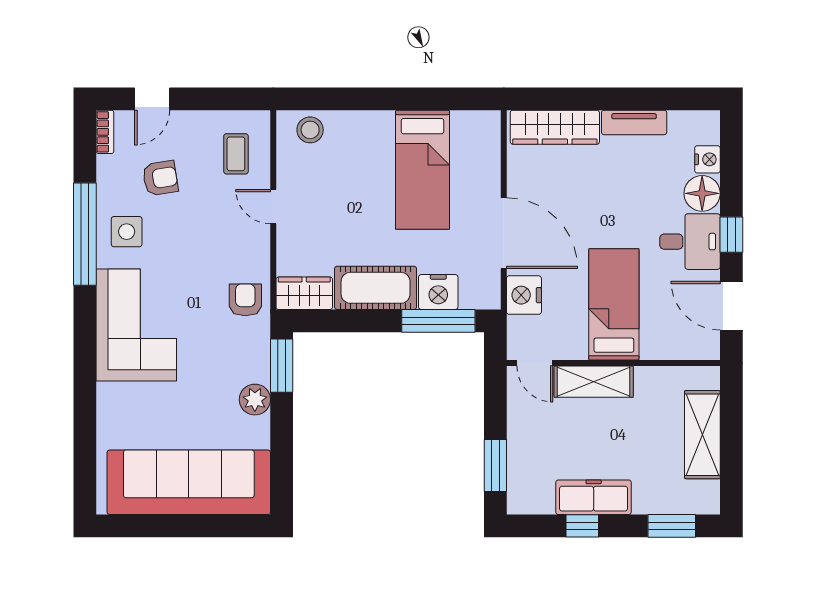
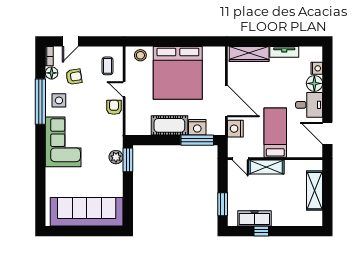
floor lamp: (110, 170) -> (52, 73), added
bed: (423, 170) -> (178, 73), width x2.04
window: (731, 235) -> (327, 102), removed
wardrobe: (304, 293) -> (138, 128), removed
armchair: (245, 300) -> (114, 107), moved
plant: (255, 400) -> (116, 157), moved
freezer: (594, 497) -> (254, 218), moved
window: (672, 526) -> (301, 231), removed

